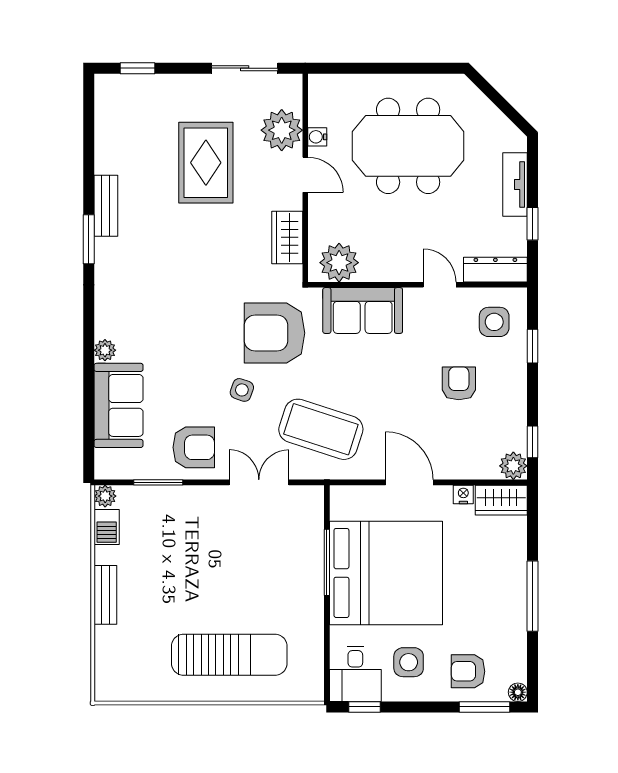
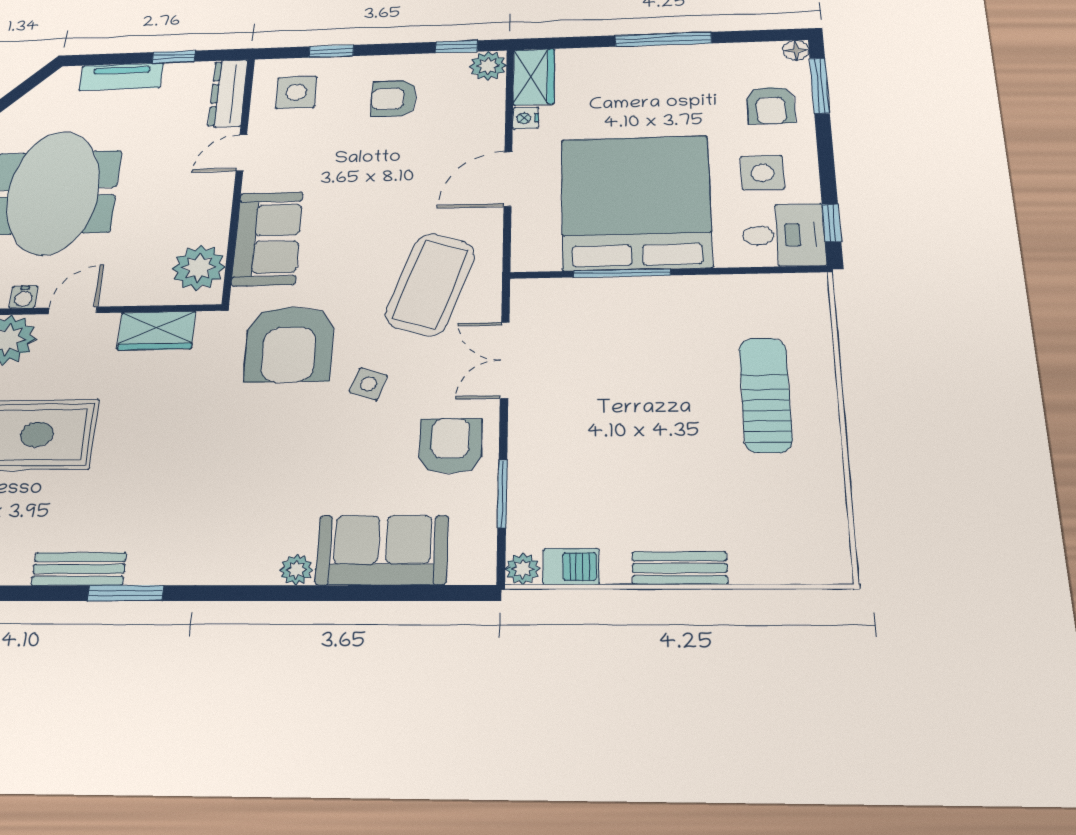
armchair: (459, 383) -> (394, 99), moved
sun lounger: (229, 655) -> (765, 395), width x0.73, depth x0.75

